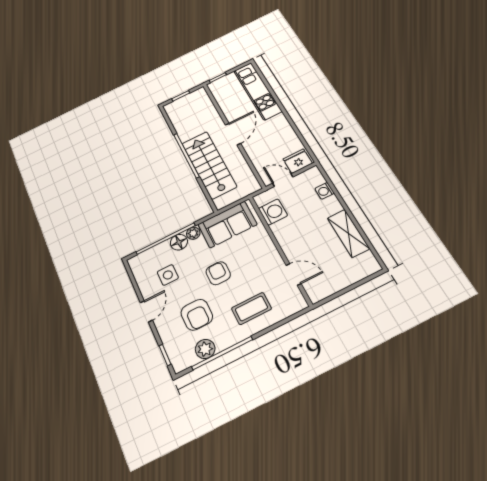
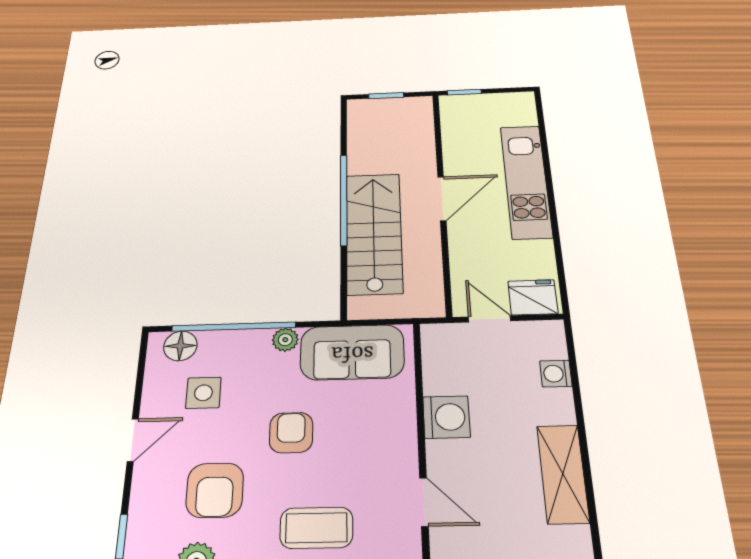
kitchen unit: (258, 91) -> (526, 181), moved
washing machine: (273, 212) -> (446, 417), moved
floor lamp: (179, 242) -> (180, 346), moved

